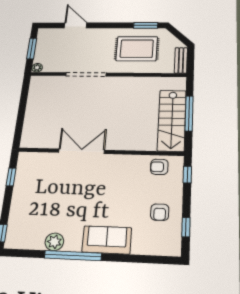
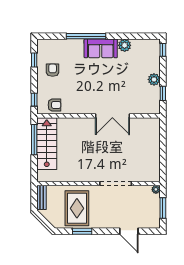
window: (146, 25) -> (82, 231), moved
rug: (137, 49) -> (77, 208), turned 90
window: (189, 113) -> (34, 140), moved
plant: (20, 195) -> (154, 79), added
sofa: (107, 240) -> (101, 48), moved
window: (73, 256) -> (86, 36), moved

